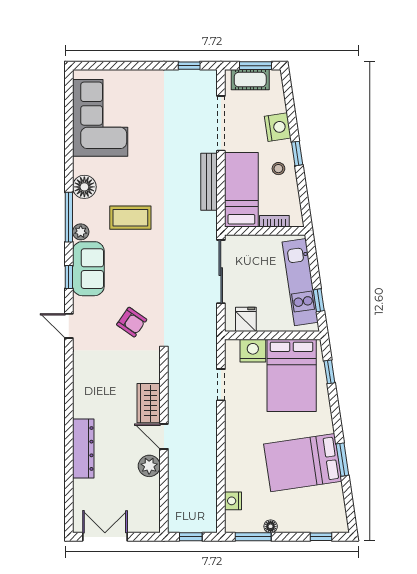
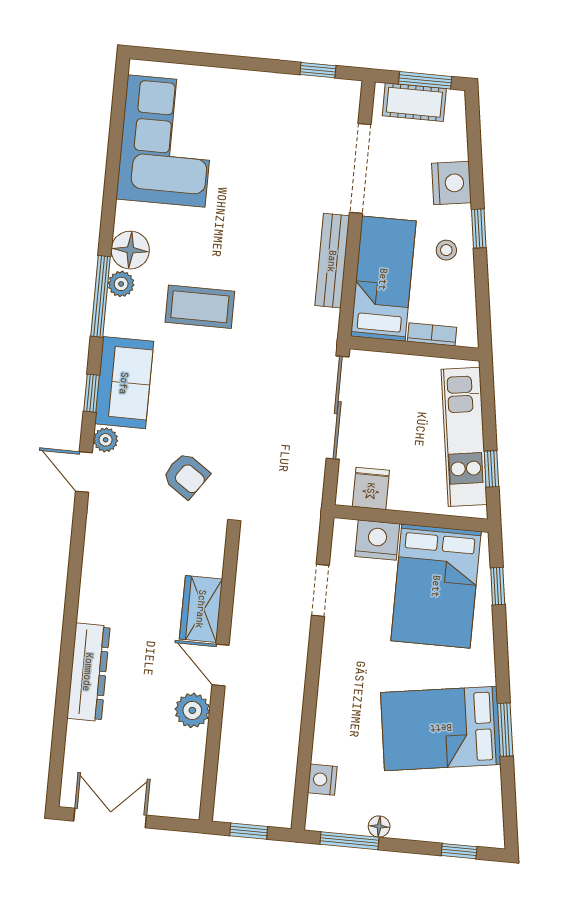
plant: (81, 232) -> (121, 284), moved
plant: (80, 305) -> (106, 440), added

